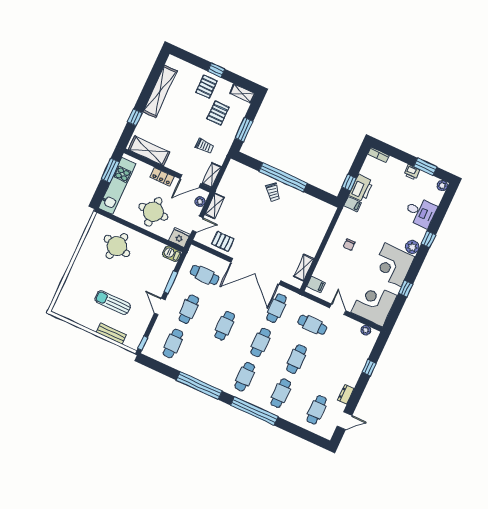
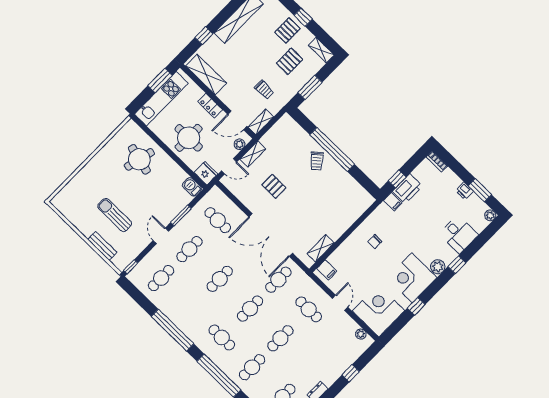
pallet: (223, 241) -> (274, 186), moved
cafe table: (245, 377) -> (222, 337), turned 90

